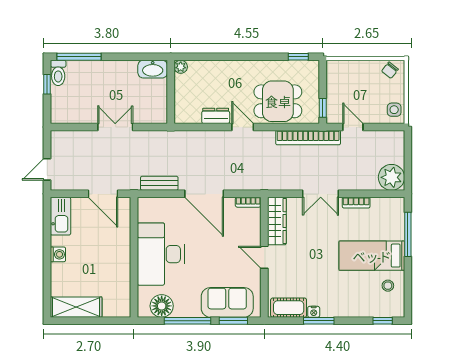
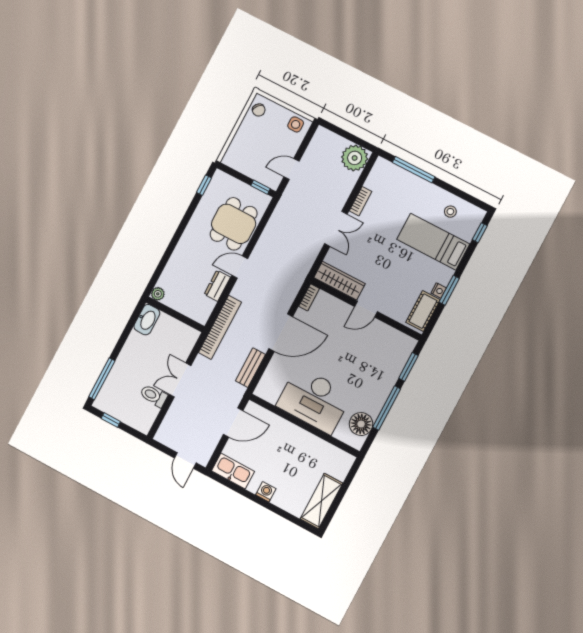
toilet: (58, 73) -> (154, 396), moved, turned 180
bookcase: (308, 138) -> (220, 327), moved
bed: (372, 256) -> (433, 242), moved, turned 90
sofa: (227, 302) -> (389, 364), removed

